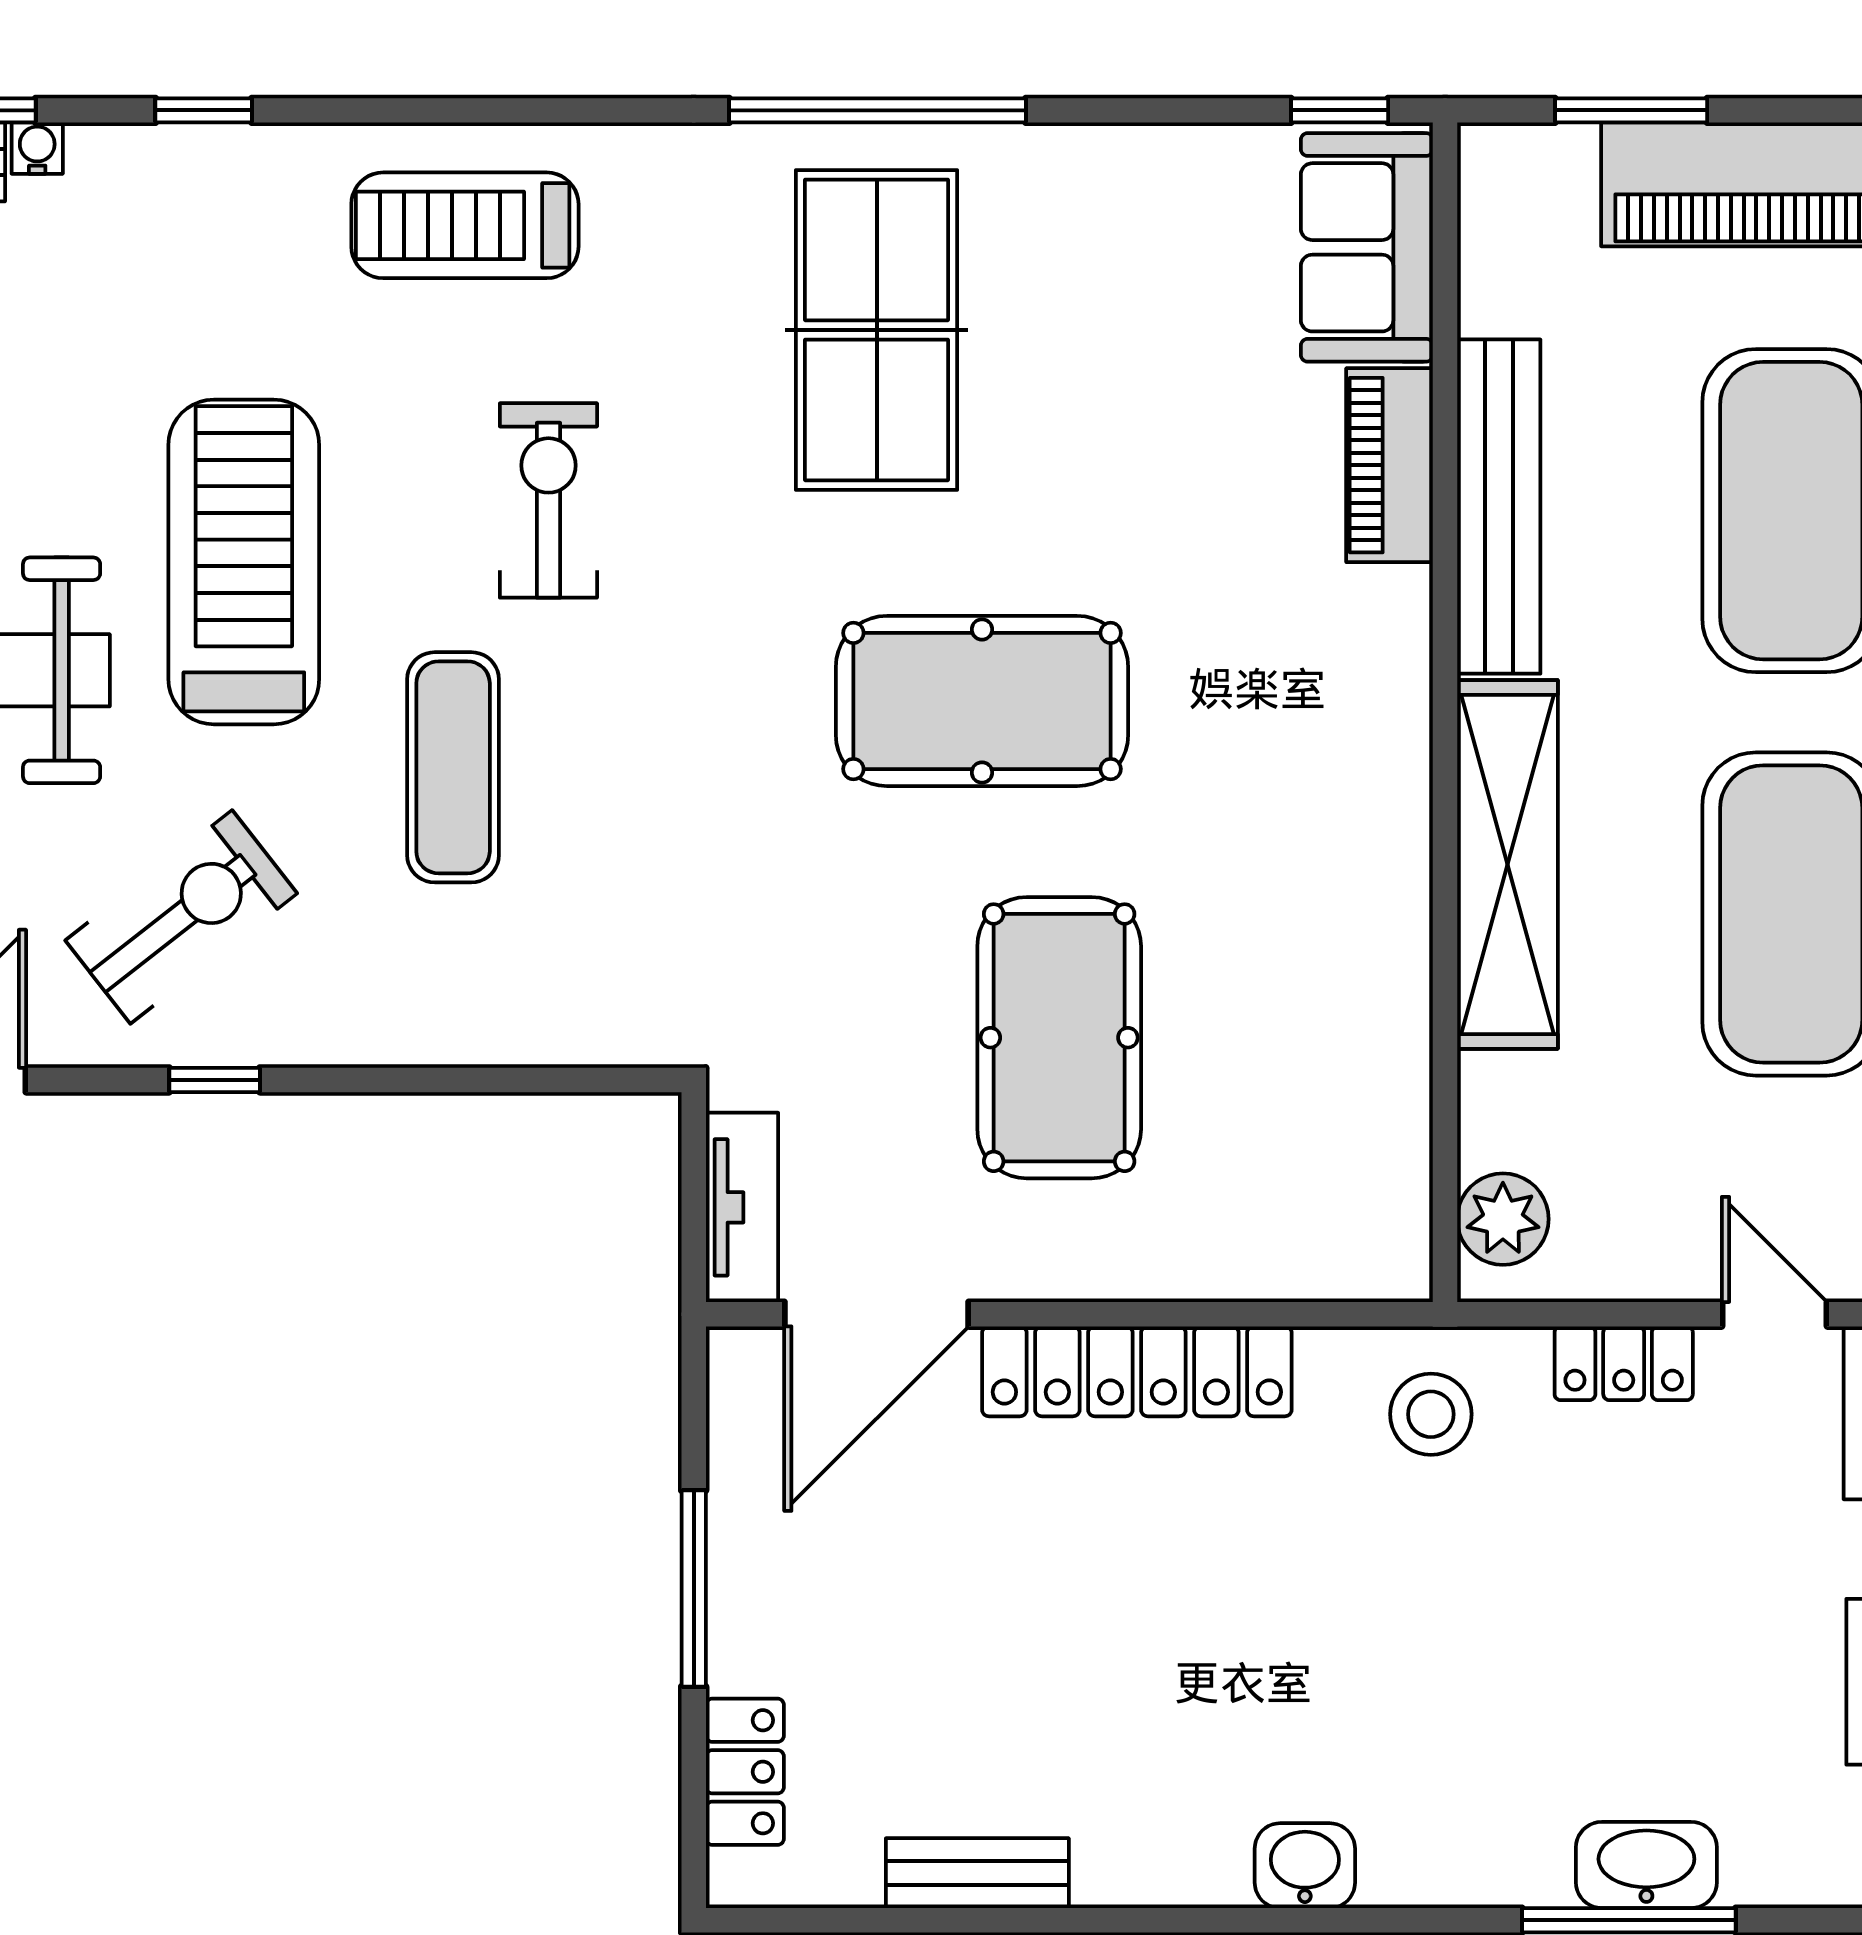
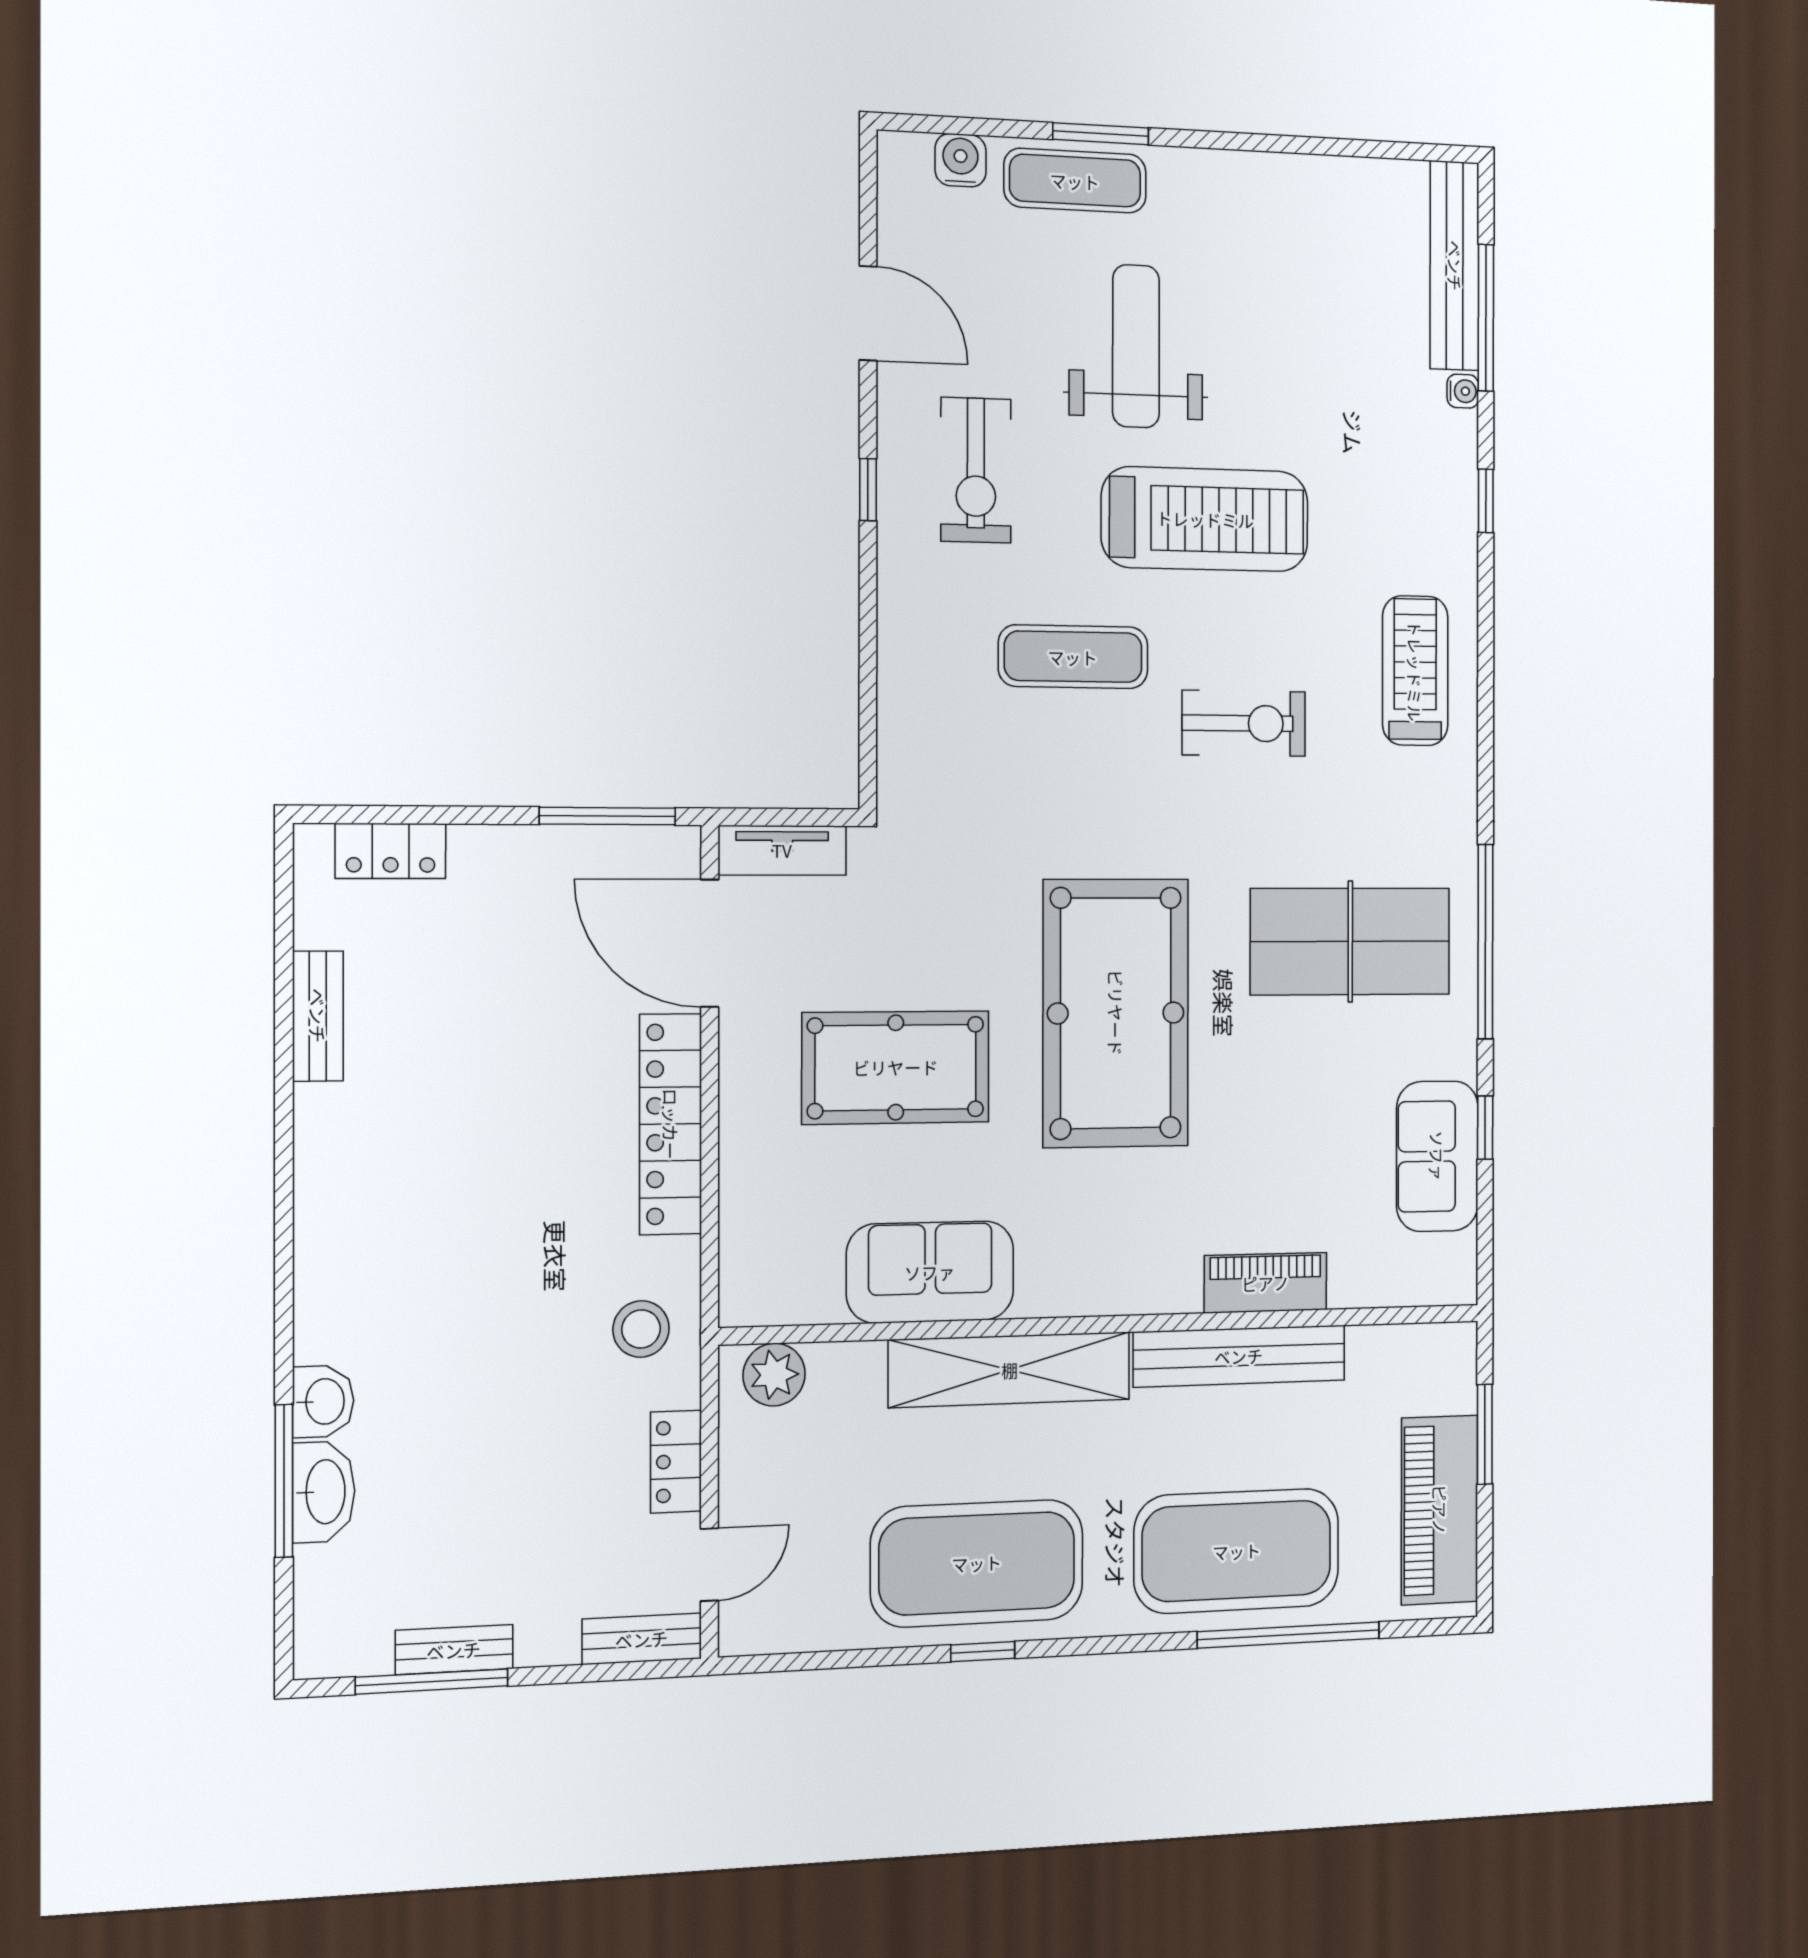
window: (1340, 110) -> (1485, 1128), moved
sofa: (1367, 247) -> (1437, 1156), moved, turned -90
pool table: (982, 701) -> (1116, 1013), width x1.36, depth x1.32
exercise bike: (181, 917) -> (976, 470), turned 38
sofa: (1360, 985) -> (930, 1272), added
window: (694, 1588) -> (607, 816), moved
washbasin: (1305, 1866) -> (323, 1401), moved

